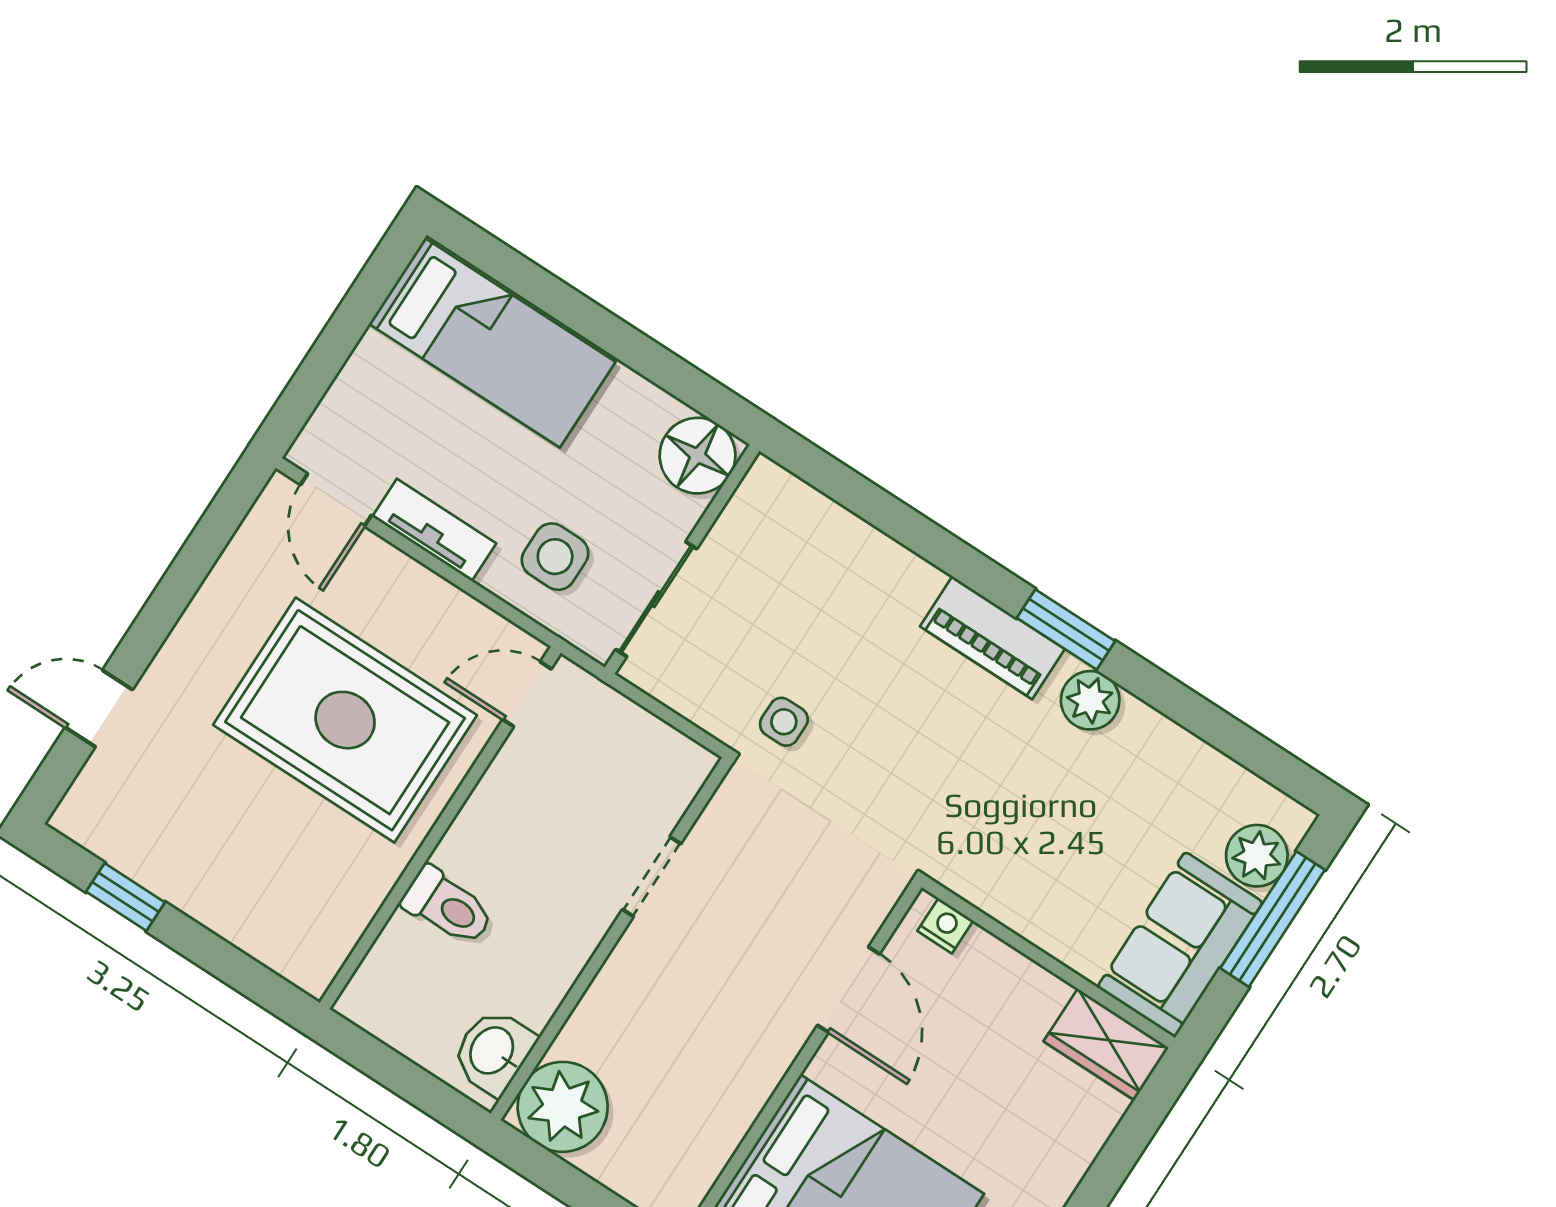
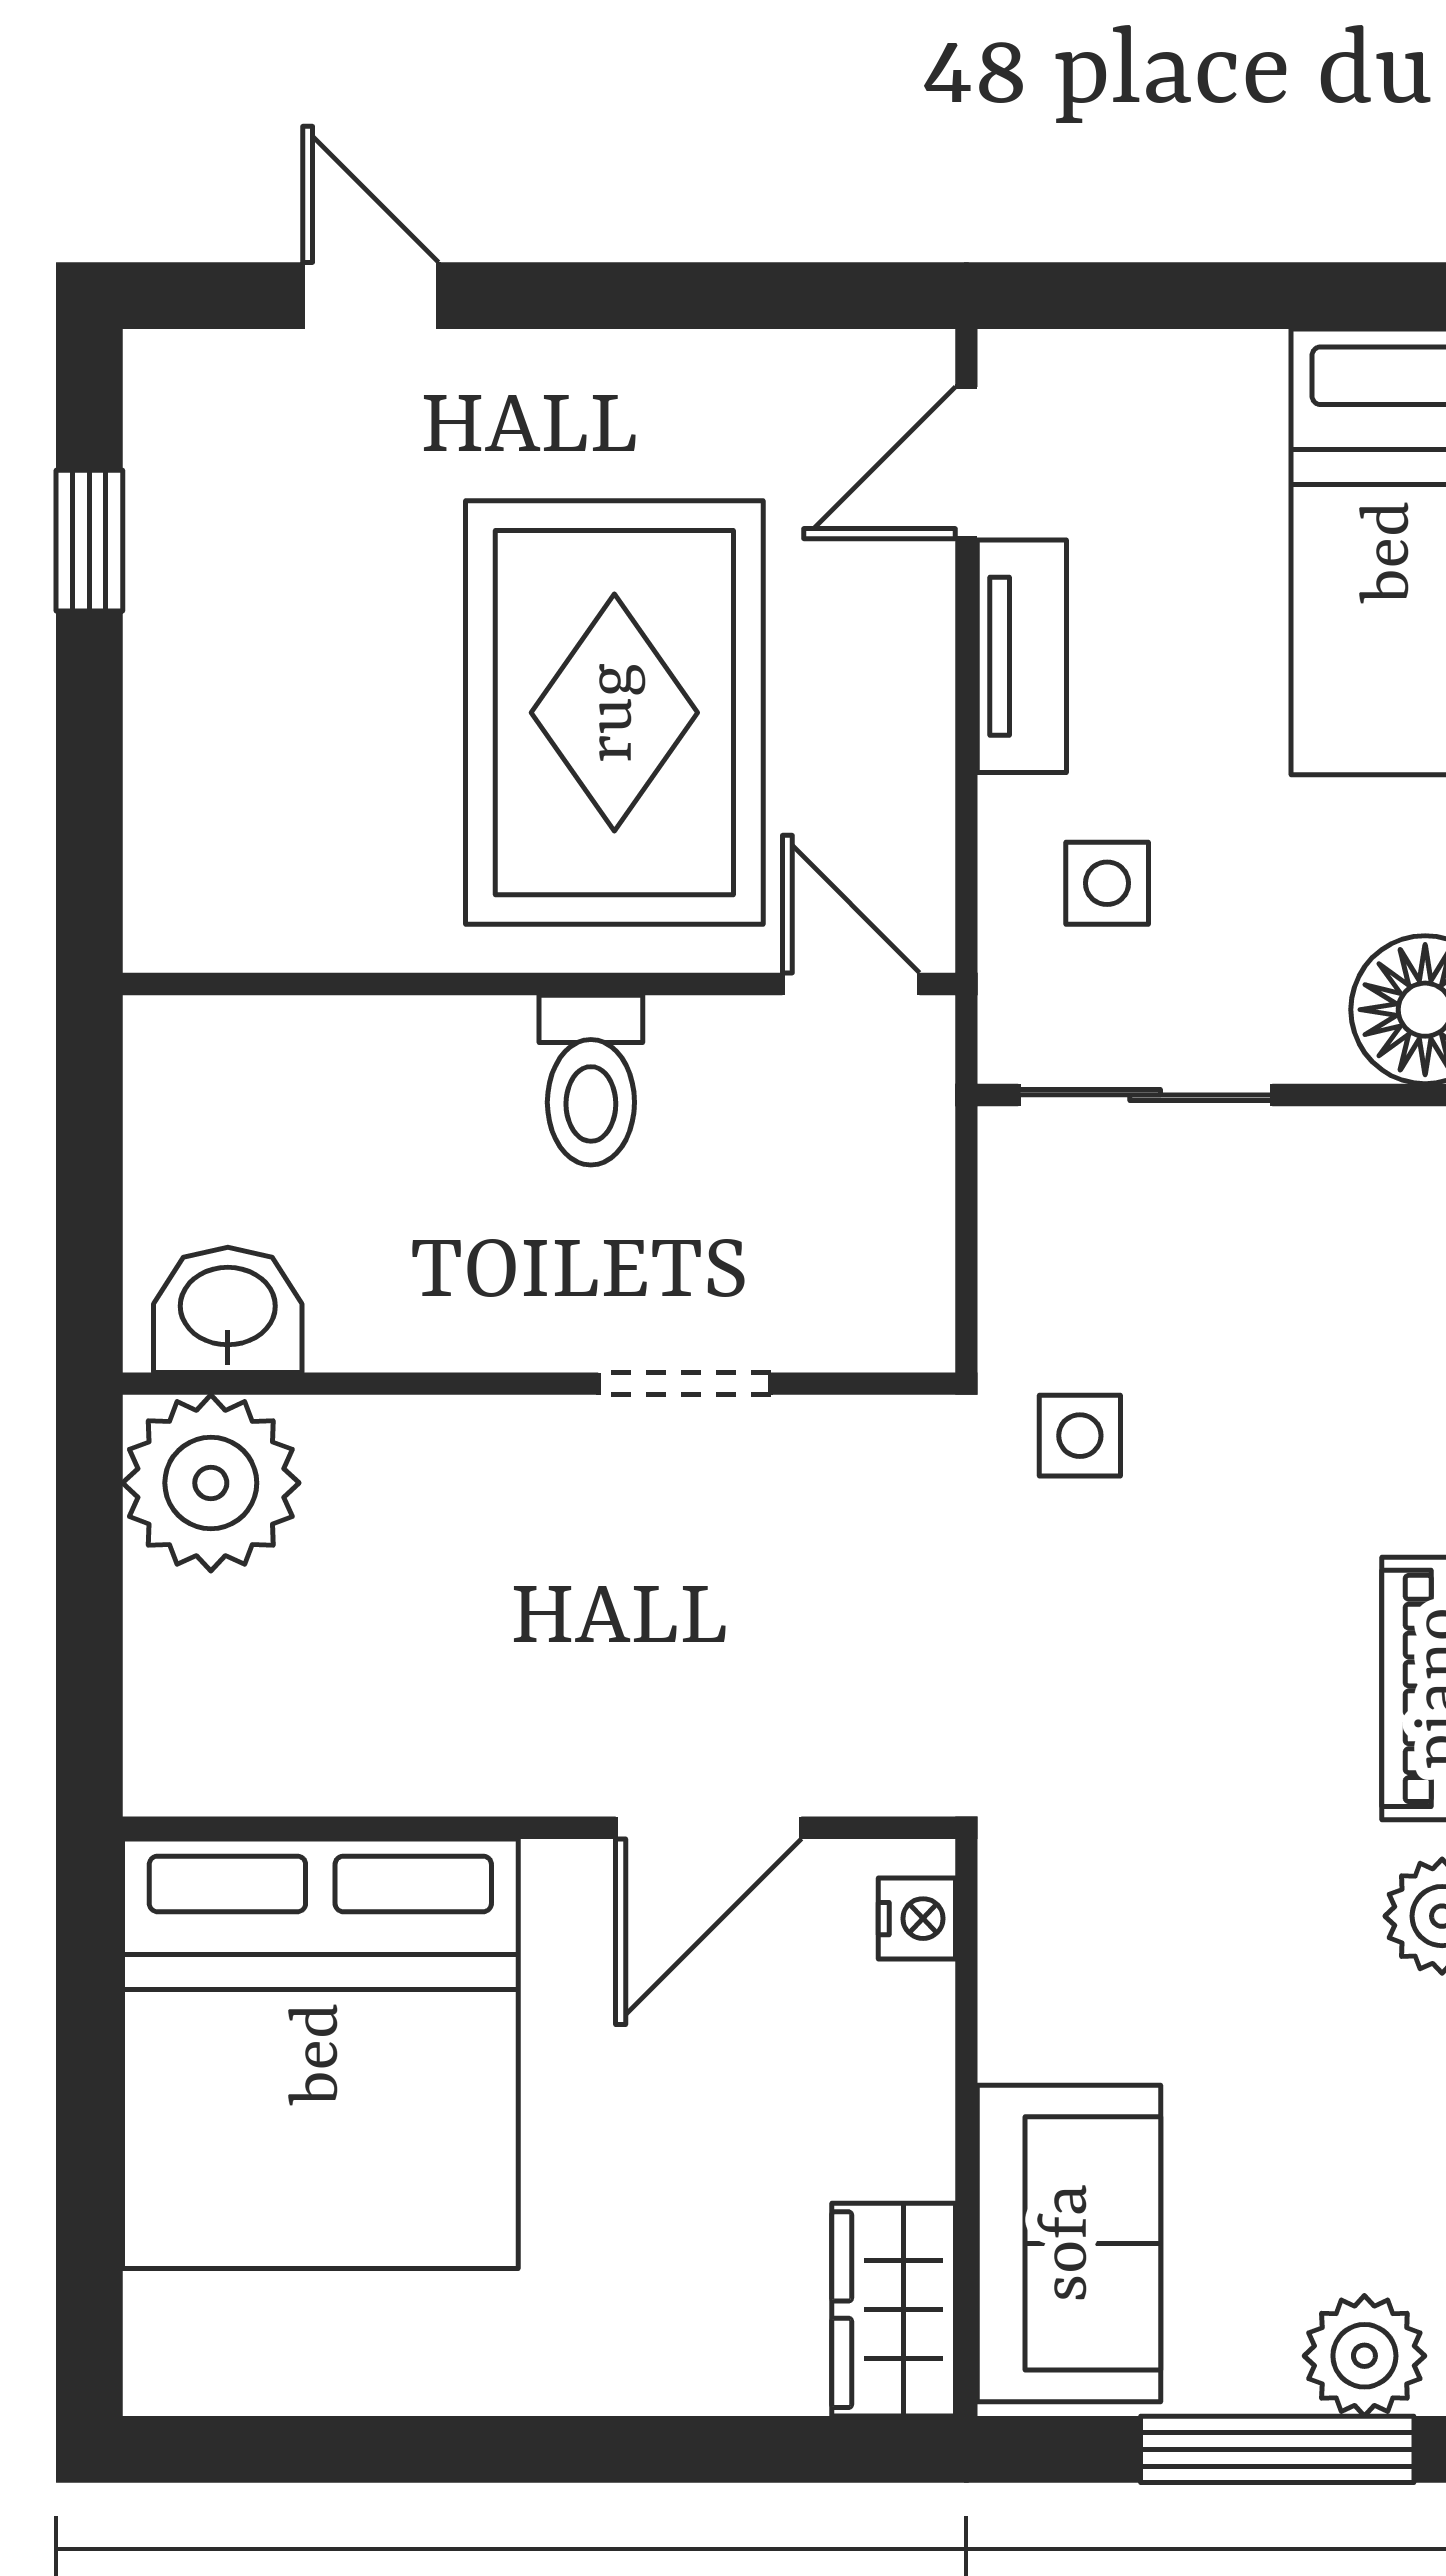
side table: (555, 557) -> (1107, 883), width x0.73, depth x0.73
toilet: (448, 906) -> (591, 1080), moved
sofa: (1180, 944) -> (1069, 2243), moved, turned 90

